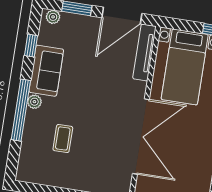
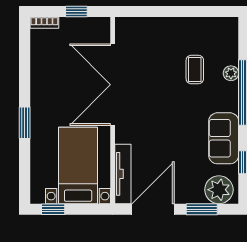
plant: (53, 17) -> (219, 190), width x1.88, depth x1.88
plant: (34, 102) -> (231, 73), moved

